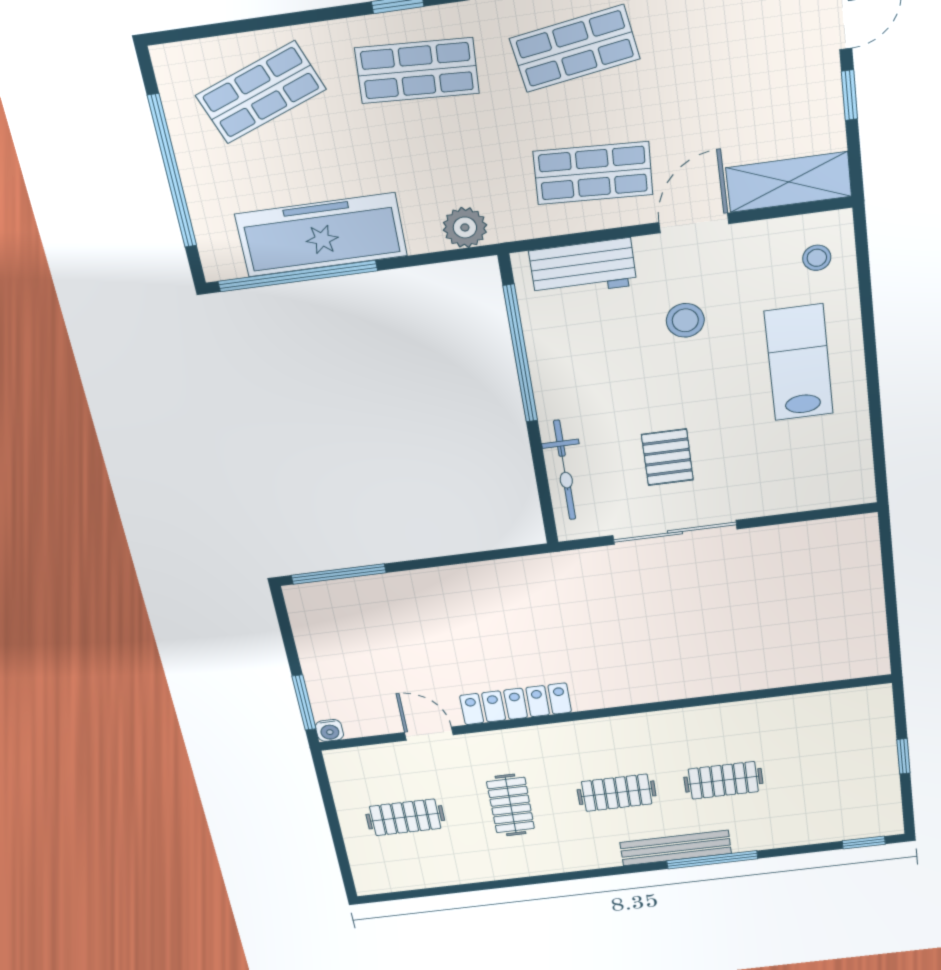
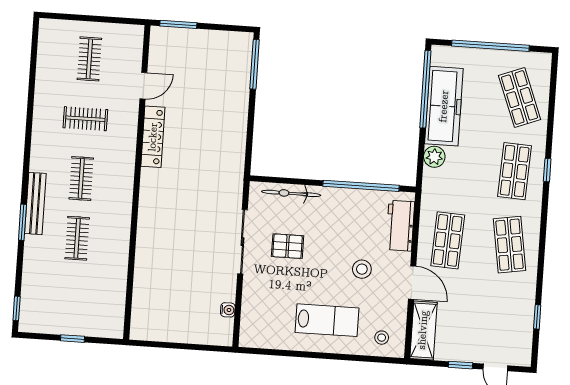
plant: (465, 227) -> (434, 157), moved
water cooler: (329, 730) -> (228, 310), moved, turned 180
window: (712, 860) -> (22, 222), width x0.69

